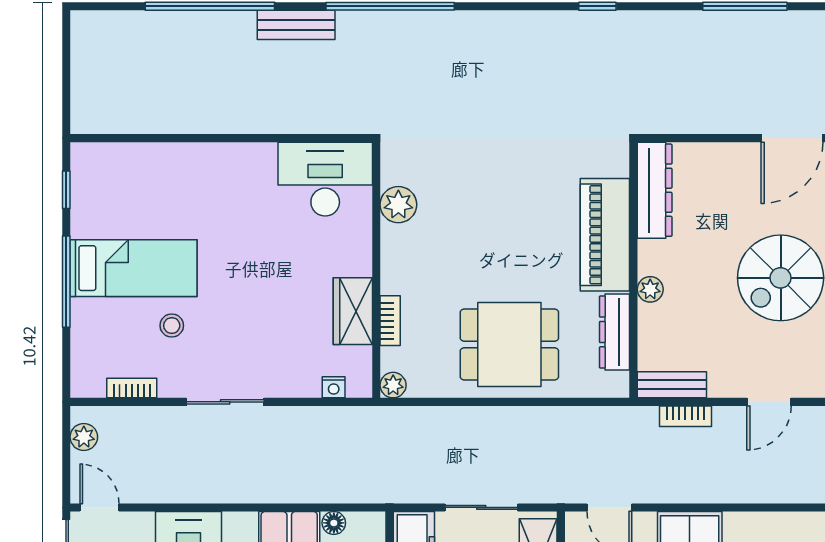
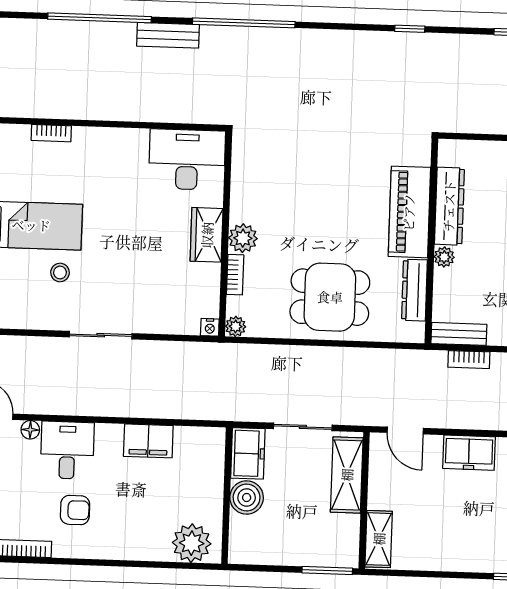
dresser: (655, 190) -> (449, 206), moved
plant: (398, 205) -> (243, 238), moved
wardrobe: (353, 311) -> (207, 235), moved
nightstand: (334, 387) -> (210, 327), moved
bookcase: (132, 388) -> (51, 133), moved, turned 180
floor lamp: (334, 523) -> (30, 430), moved

